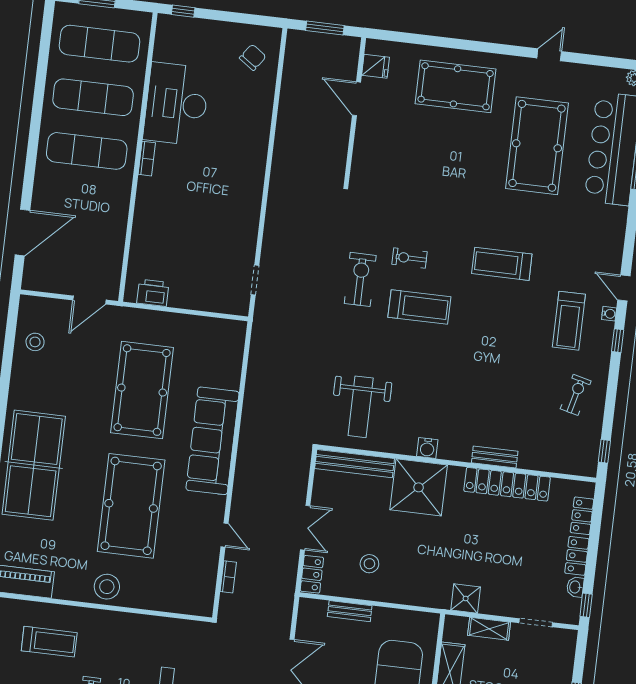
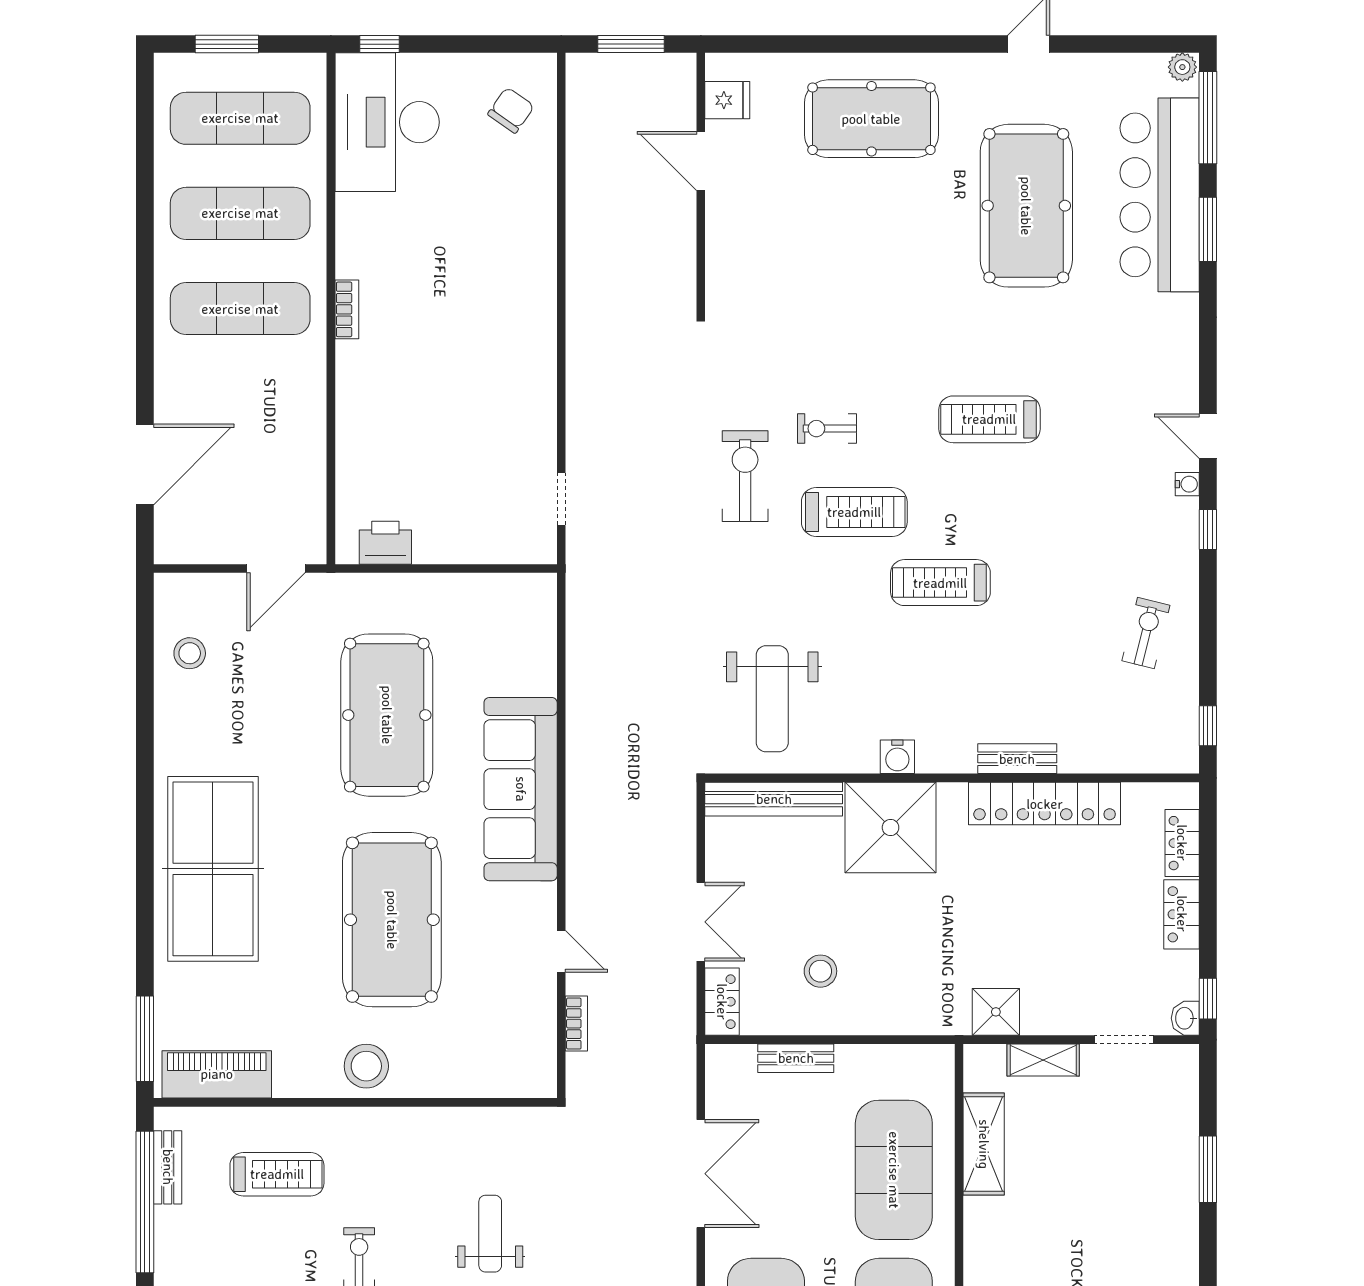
desk: (176, 104) -> (387, 122), moved
treadmill: (569, 321) -> (940, 583), moved, turned 90
washbasin: (575, 587) -> (1185, 1018), moved

